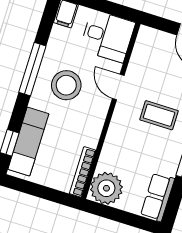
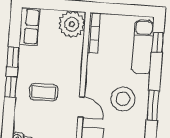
window: (32, 69) -> (153, 105), width x0.69

